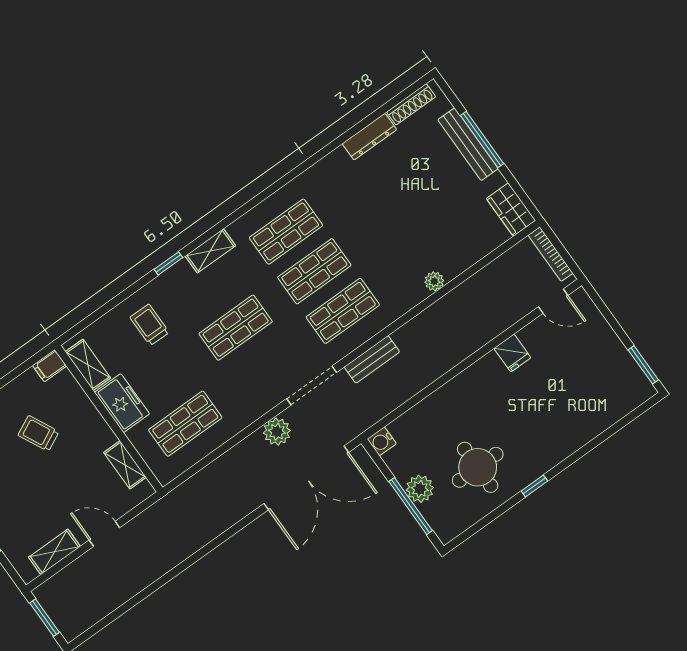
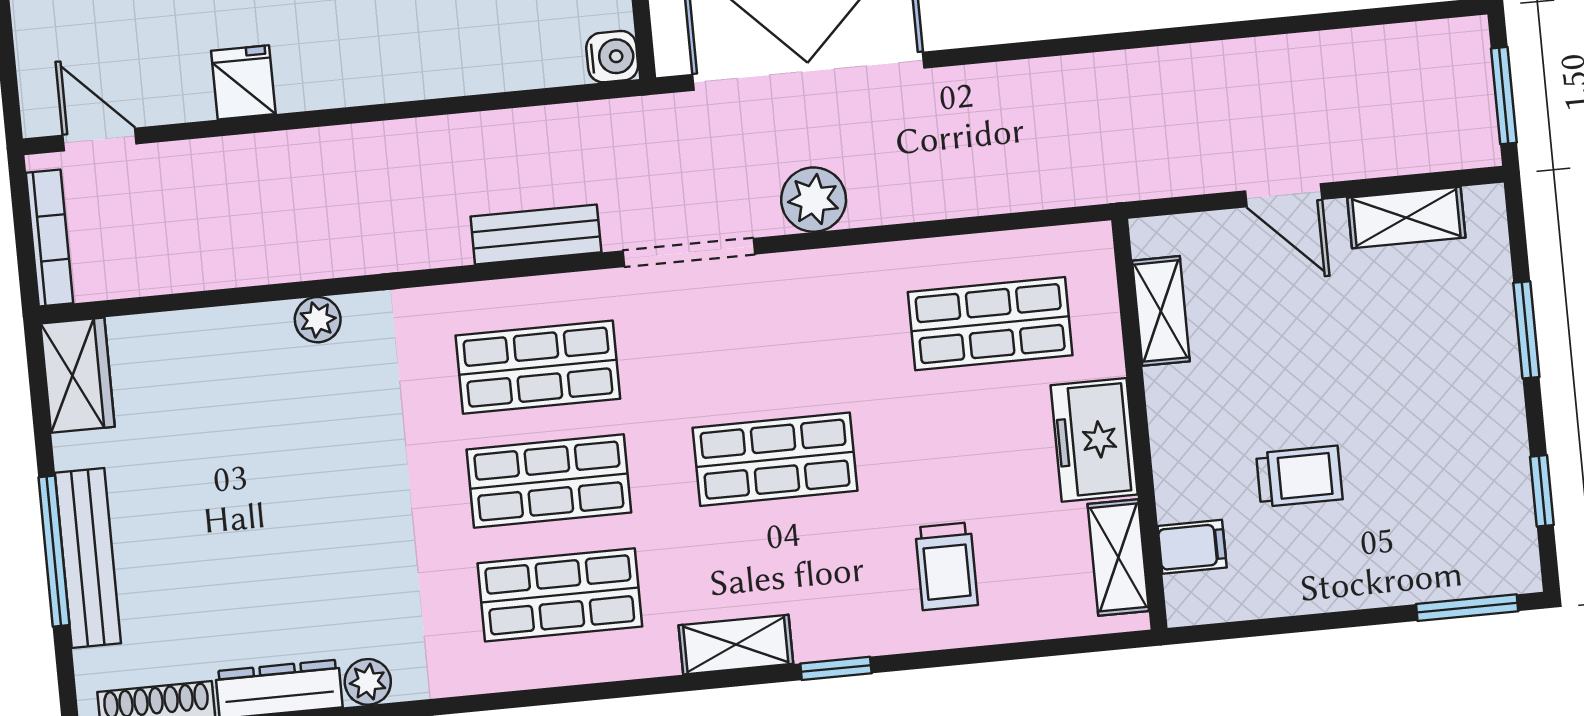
plant: (338, 158) -> (368, 682), added
filing cabinet: (50, 366) -> (1192, 547), moved
trolley: (38, 433) -> (1299, 476), turned -64

